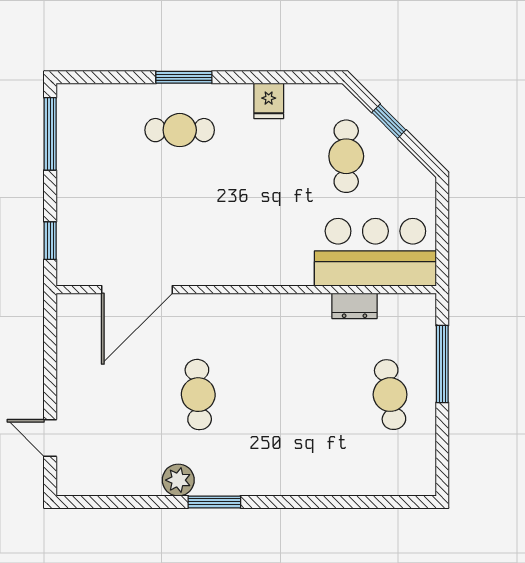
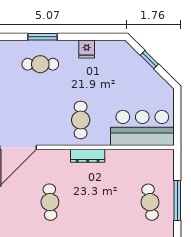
cafe table: (346, 156) -> (81, 120), moved
dresser: (355, 306) -> (88, 156), moved, width x1.44
window: (442, 364) -> (177, 201), moved

